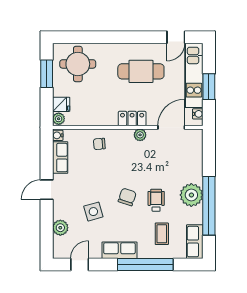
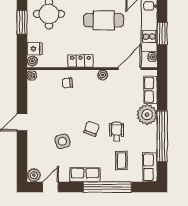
locker: (132, 119) -> (80, 61), moved
row of seats: (60, 158) -> (150, 90), moved, turned 180
plant: (191, 195) -> (147, 115), moved
plant: (60, 228) -> (34, 175), moved

